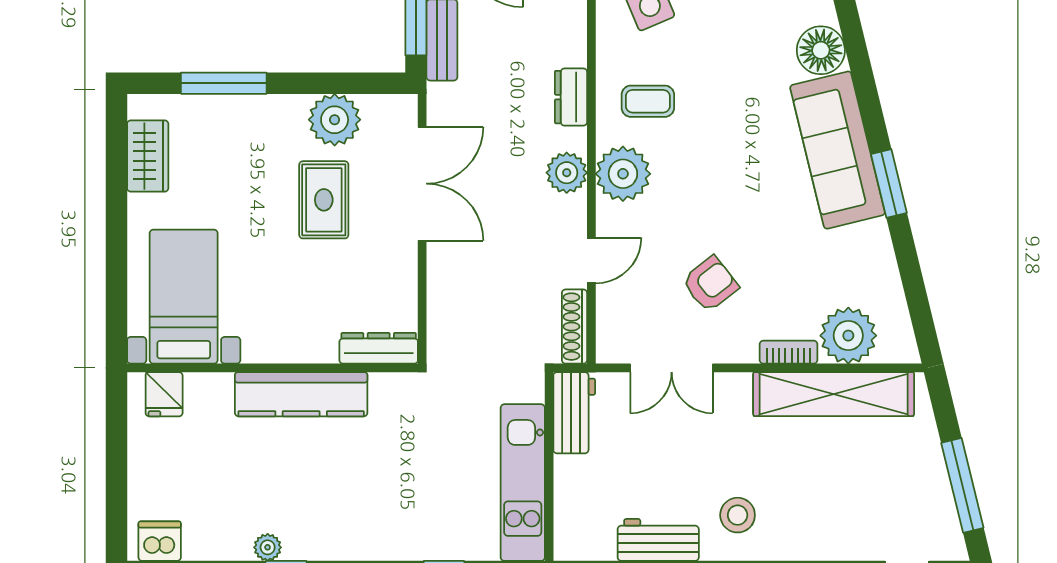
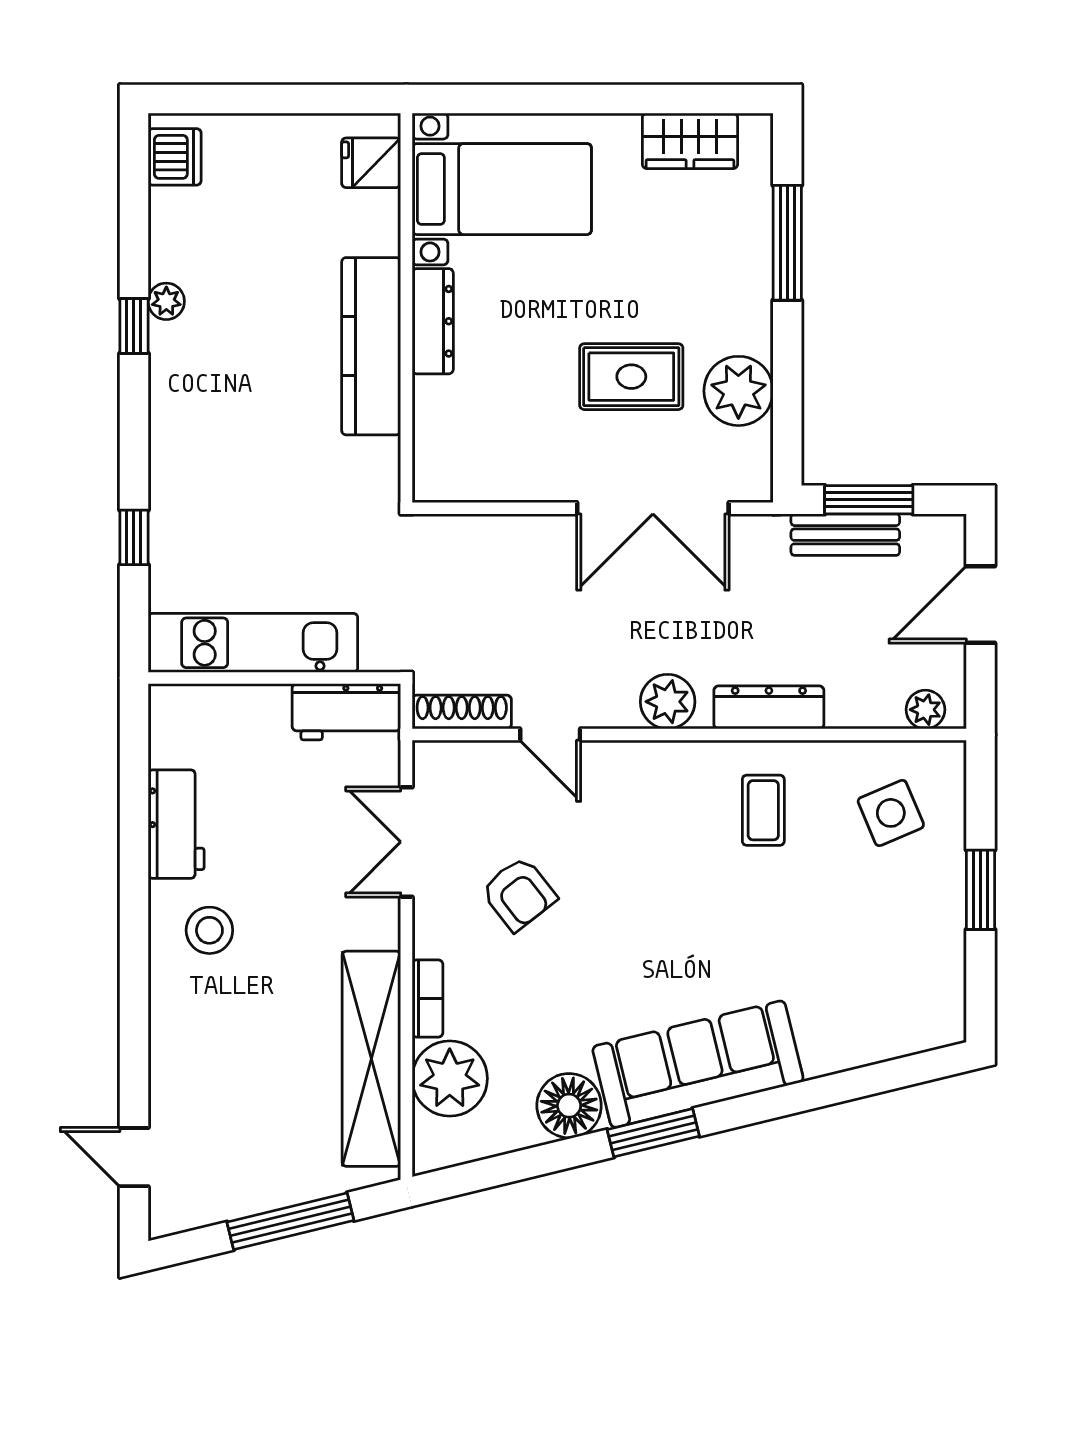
floor lamp: (821, 50) -> (569, 1106), moved
dresser: (571, 97) -> (769, 707), width x1.44
plant: (623, 174) -> (666, 777), removed
dresser: (379, 348) -> (433, 321), moved
window: (962, 485) -> (290, 1221), moved

